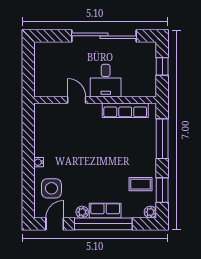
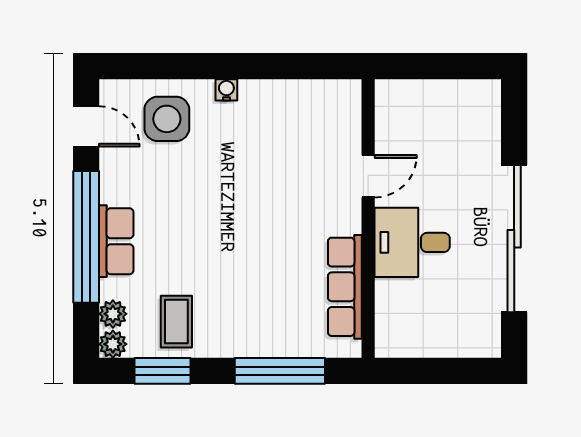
window: (162, 66) -> (445, 371), removed
plant: (82, 212) -> (113, 314), moved

